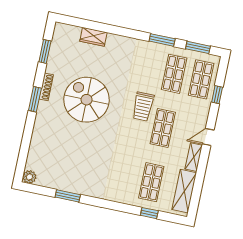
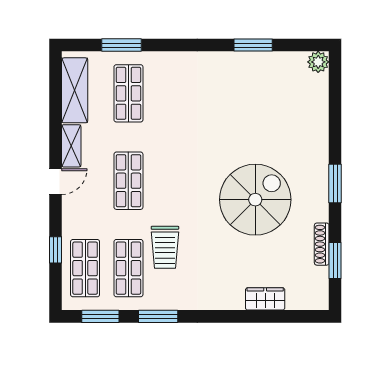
shoe rack: (46, 87) -> (322, 244), moved
spiral stairs: (87, 100) -> (255, 200), turned -90
trolley: (143, 107) -> (165, 247), moved, turned 180
window: (149, 213) -> (122, 45), width x1.50

